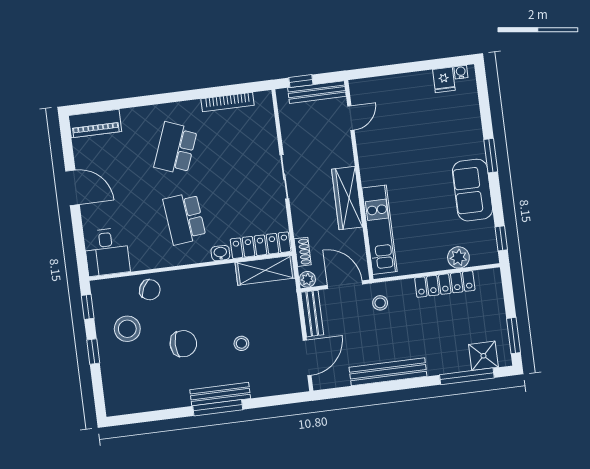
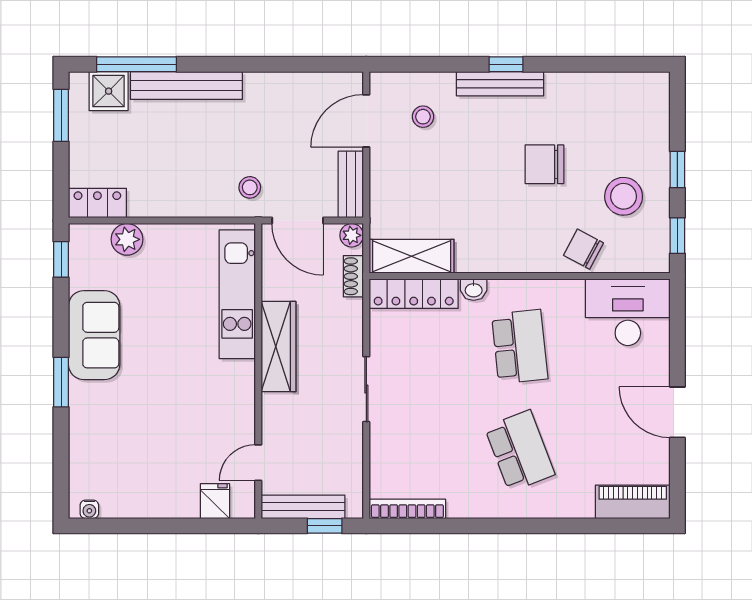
fridge: (444, 80) -> (215, 501), moved
bookcase: (228, 102) -> (407, 509), moved
school desk: (176, 148) -> (520, 451), turned -42
desk: (107, 252) -> (628, 312), width x1.37
locker: (445, 284) -> (97, 203), moved, width x0.66
stool: (241, 343) -> (423, 117), moved
bench: (388, 372) -> (186, 86), moved
window: (218, 408) -> (506, 64), width x0.46

